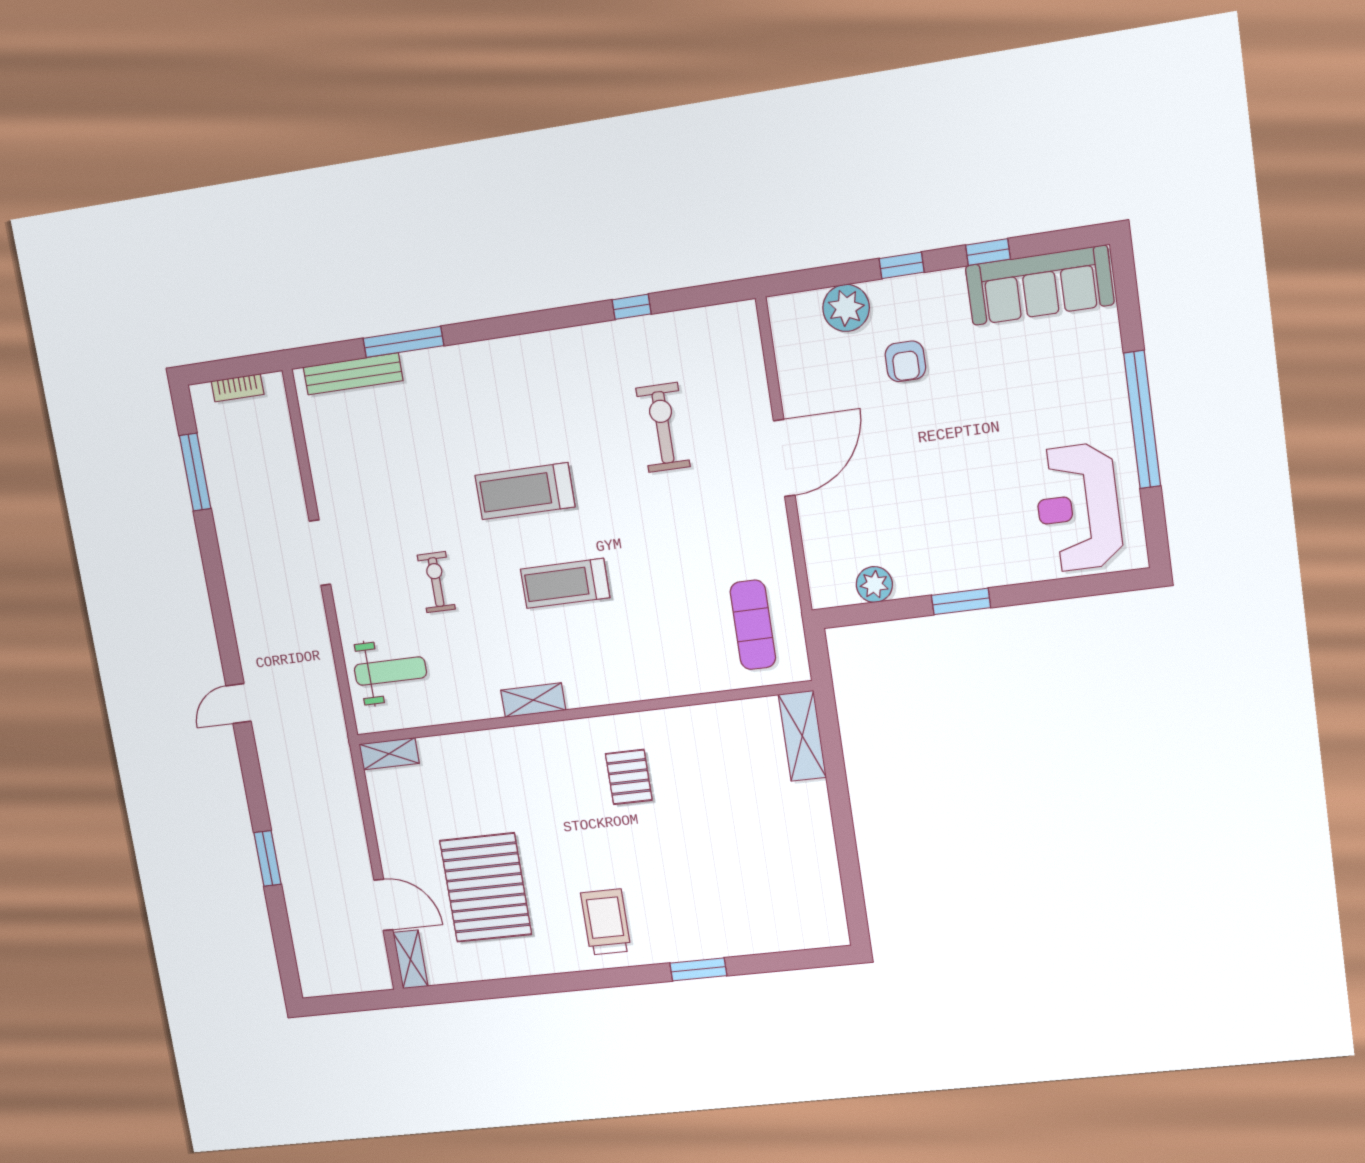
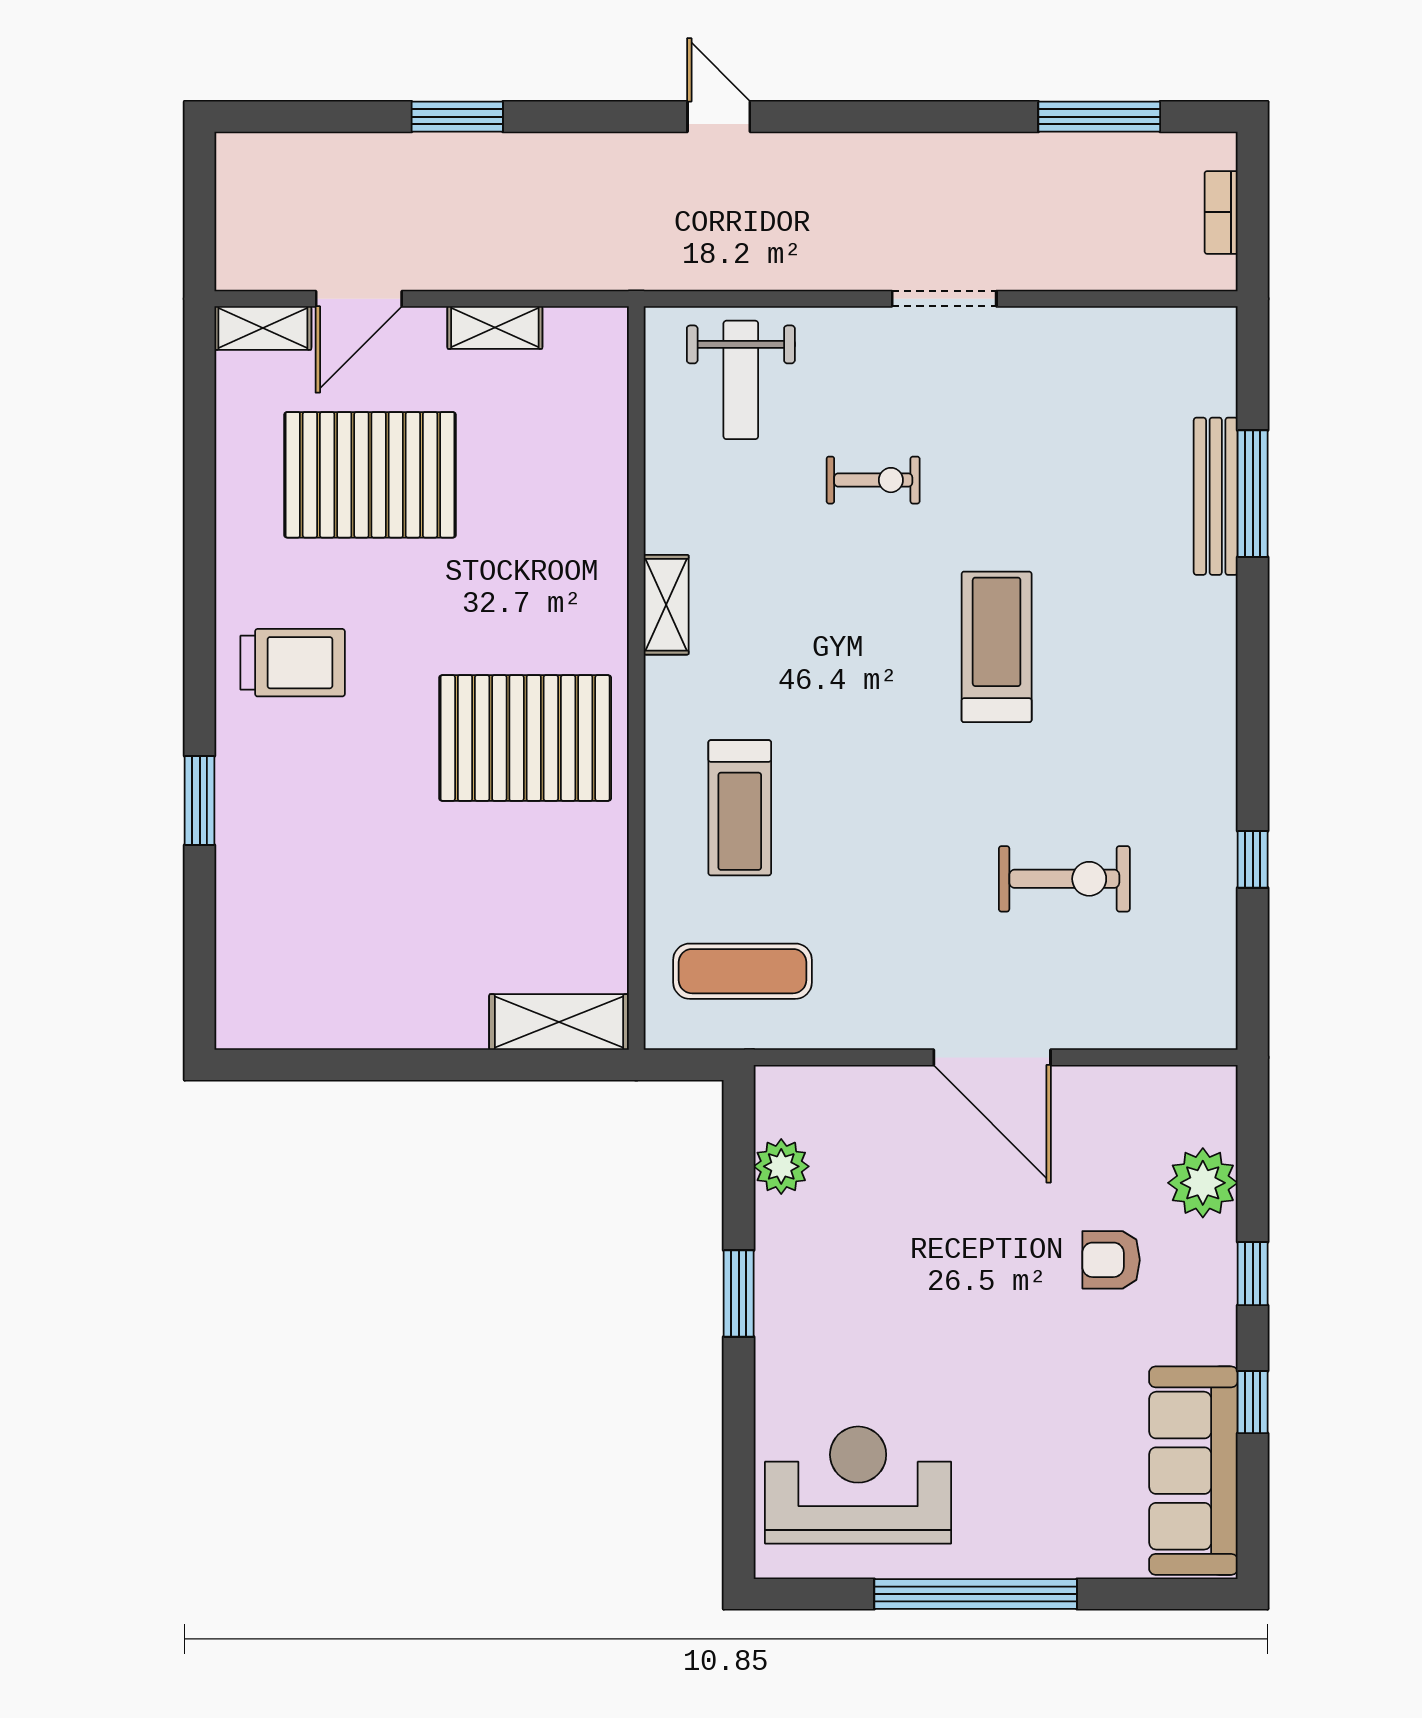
bench: (353, 374) -> (1216, 496), moved
treadmill: (565, 583) -> (740, 808), moved, turned 180
shelving: (389, 754) -> (495, 328), moved, turned 90
pallet: (629, 777) -> (525, 738), width x2.05, depth x2.00

